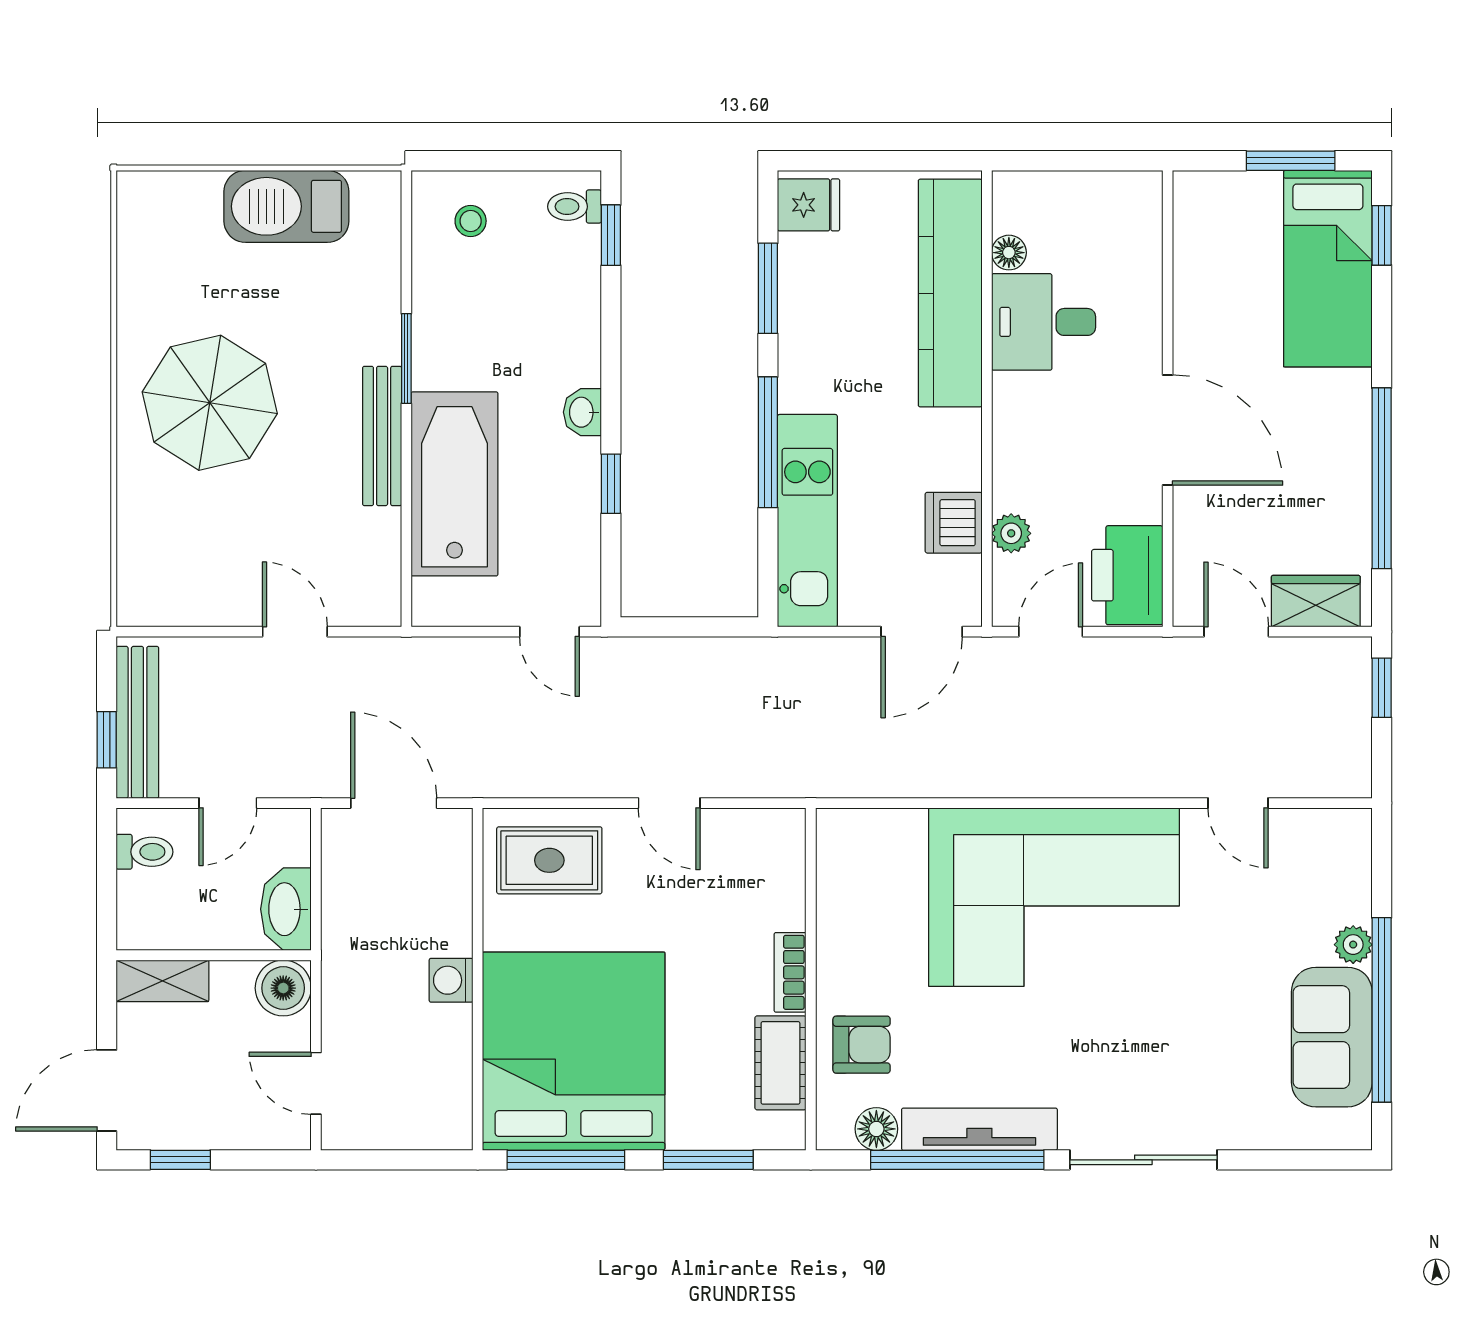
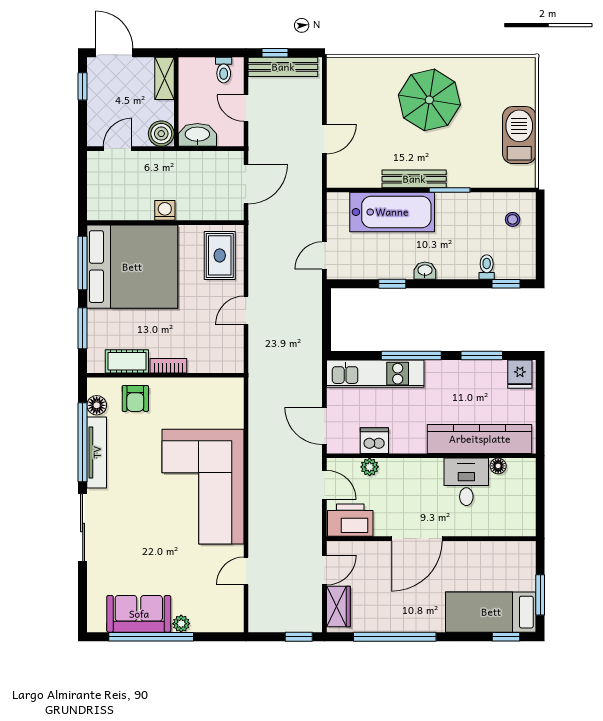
toilet: (575, 207) -> (487, 267), moved

